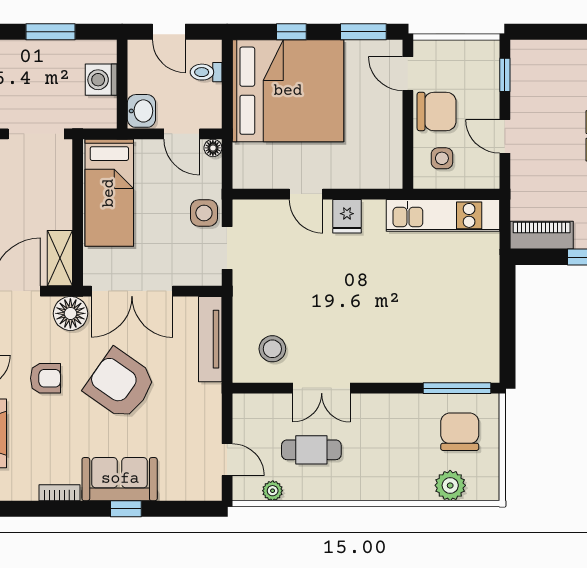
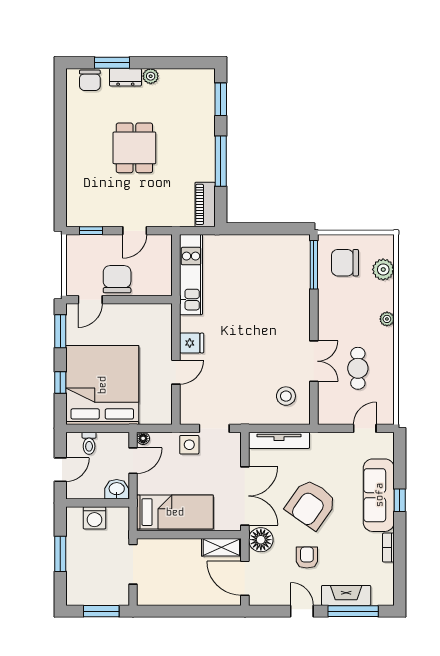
side table: (442, 158) -> (150, 275), removed
sofa: (120, 479) -> (379, 495), width x1.36
plant: (273, 491) -> (387, 319), moved

